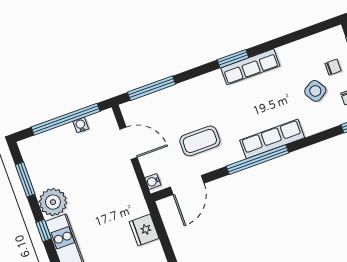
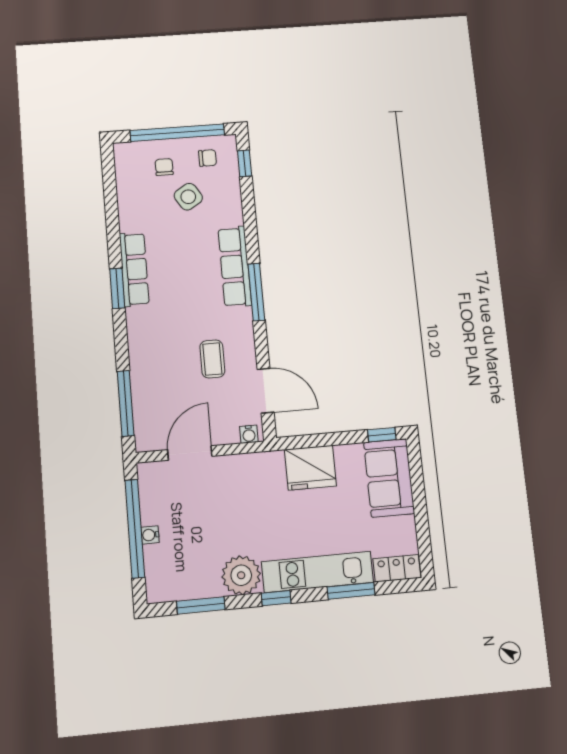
water cooler: (81, 125) -> (150, 535), moved
coffee table: (200, 141) -> (212, 359), width x0.73, depth x0.77
window: (257, 160) -> (256, 292), width x0.68
fridge: (144, 230) -> (310, 468), width x1.36, depth x1.34

